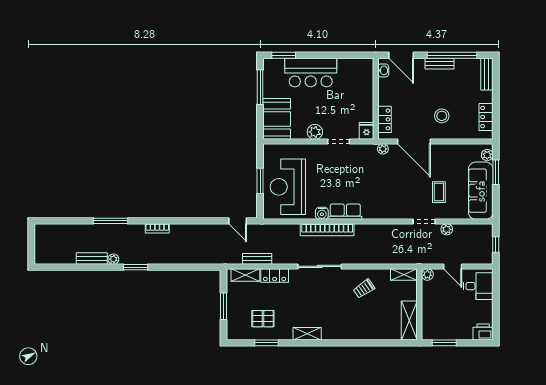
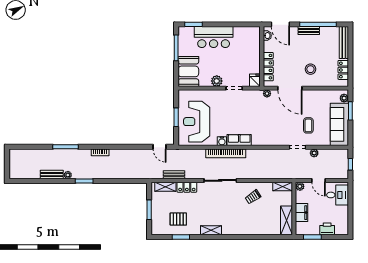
bench: (487, 74) -> (344, 43), width x1.36
locker: (385, 119) -> (268, 67), width x1.53
filing cabinet: (430, 310) -> (302, 213), added
printer: (483, 332) -> (327, 229), moved

